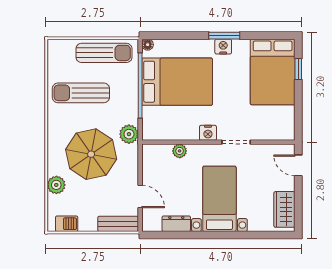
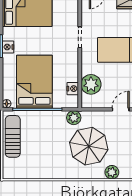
sun lounger: (81, 93) -> (43, 154), removed
nightstand: (208, 133) -> (73, 89), moved
plant: (180, 151) -> (91, 84), width x1.88, depth x1.88

